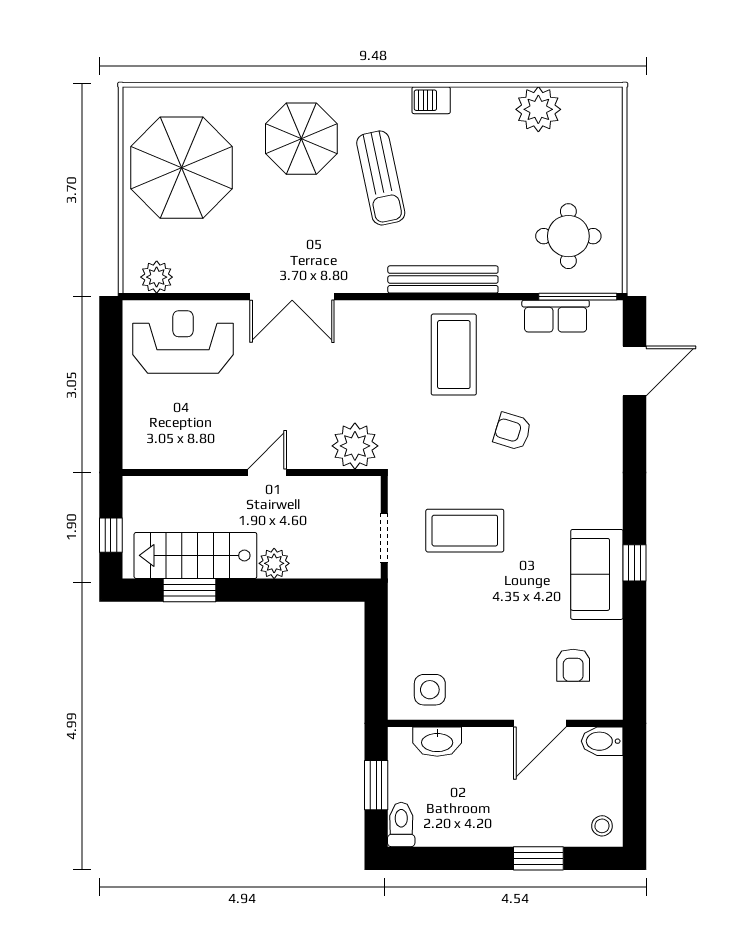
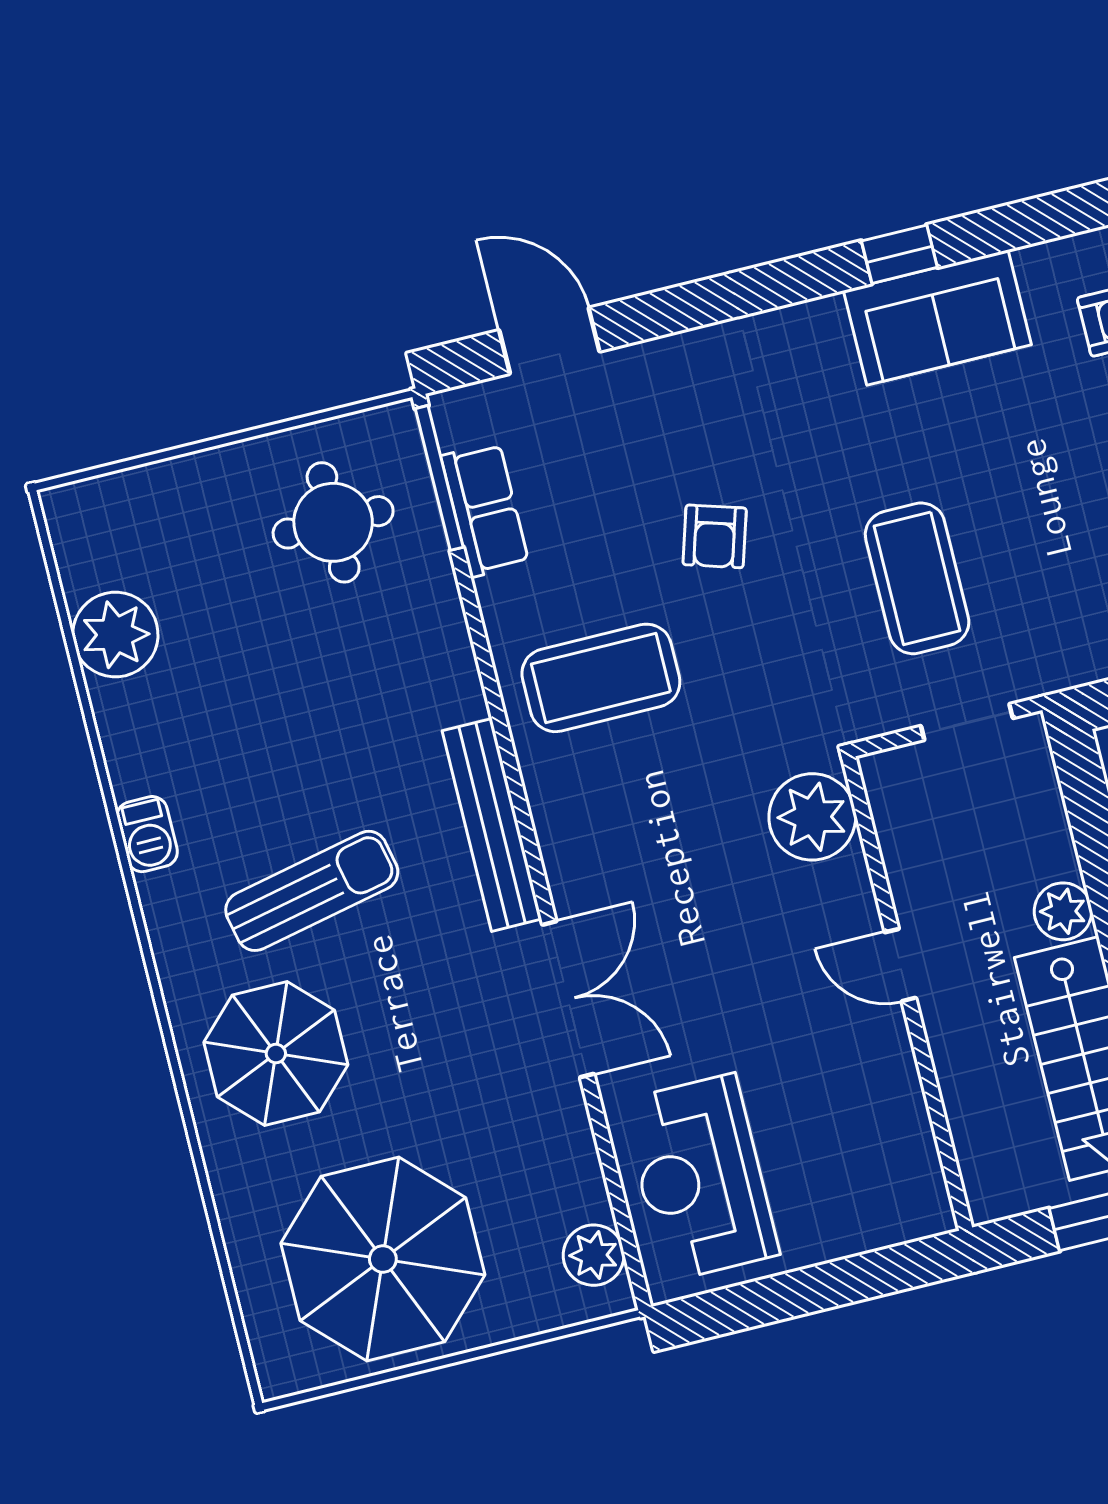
bench: (443, 279) -> (492, 825), moved

